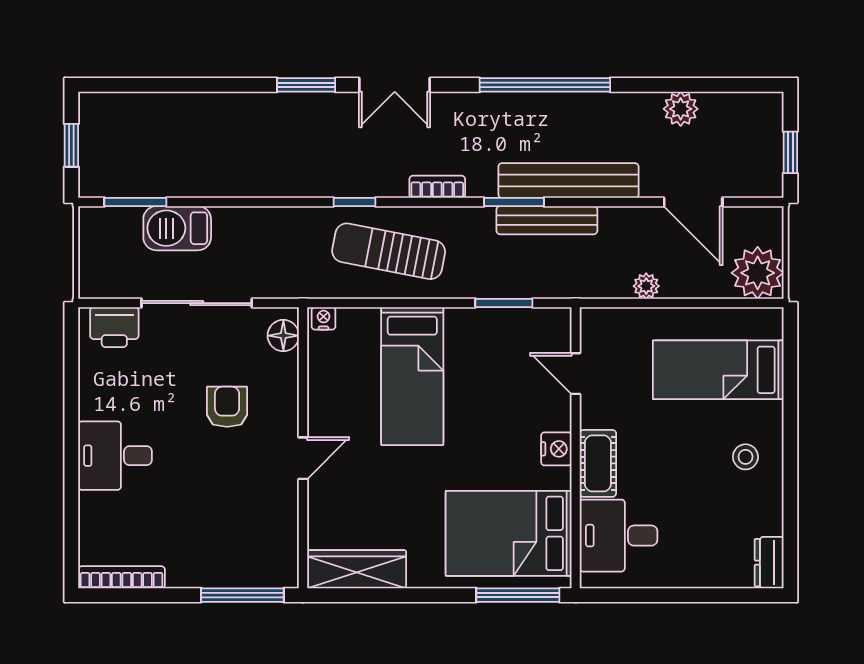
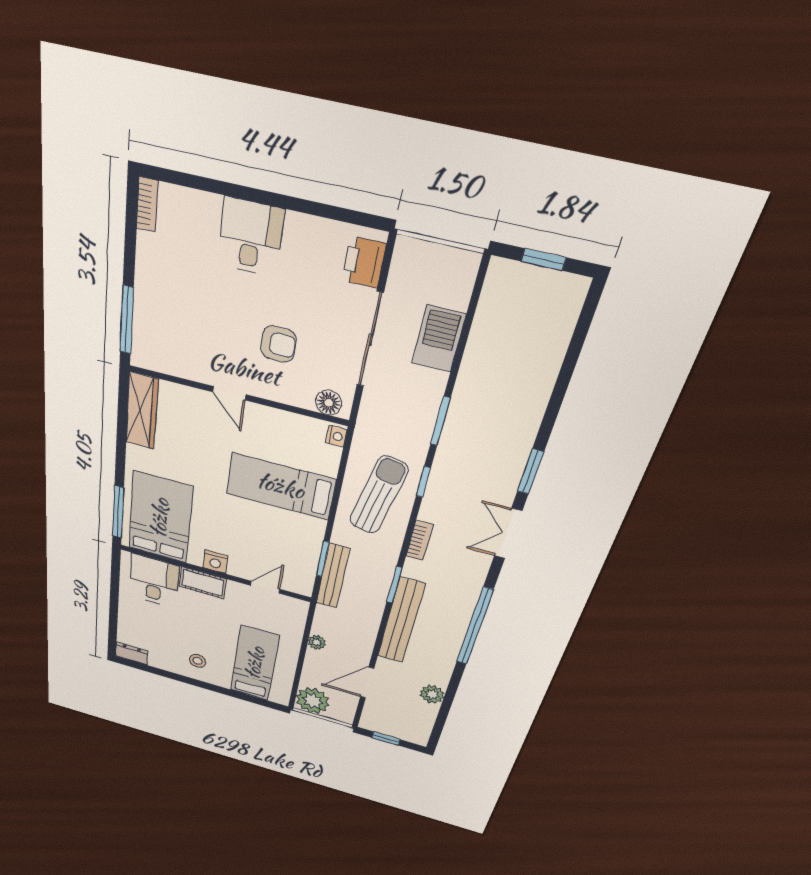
window: (135, 202) -> (440, 421), moved
bench: (547, 220) -> (333, 576), moved
bookcase: (122, 577) -> (147, 205), width x0.64

